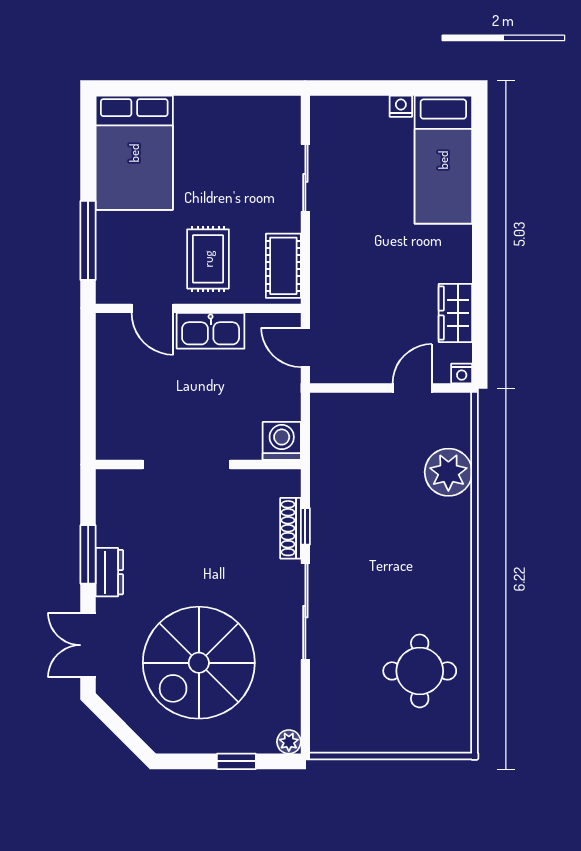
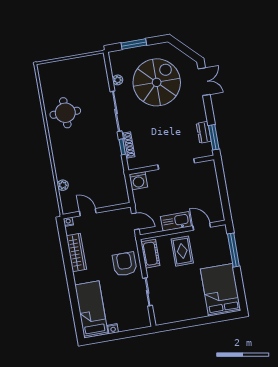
armchair: (348, 252) -> (125, 264), added
wardrobe: (455, 313) -> (76, 253), width x1.50
door: (412, 388) -> (88, 212), swing flipped
plant: (448, 472) -> (63, 185), width x0.53, depth x0.53
window: (88, 554) -> (214, 137), moved
dresser: (109, 572) -> (204, 132), moved
round table: (420, 671) -> (65, 113), moved
plant: (289, 742) -> (118, 80), moved
window: (236, 761) -> (134, 44), width x1.50

